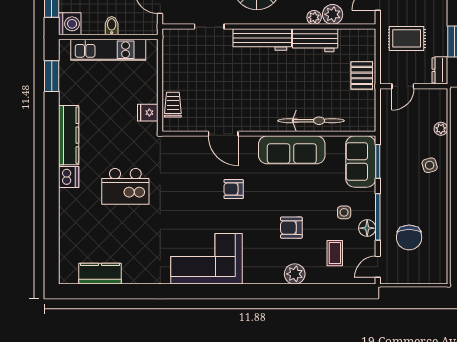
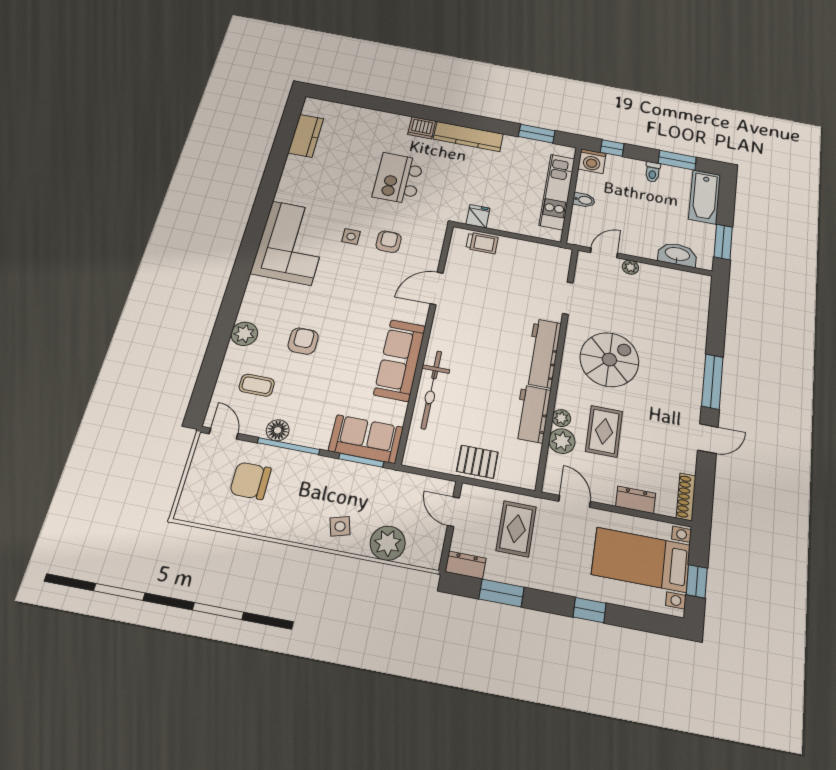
plant: (441, 129) -> (388, 543), width x1.88, depth x1.88
armchair: (234, 189) -> (389, 242), moved
side table: (344, 212) -> (351, 237), moved

